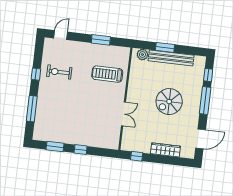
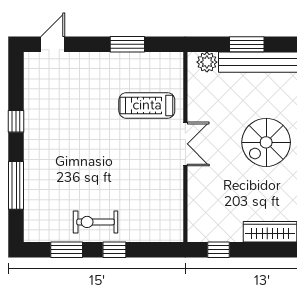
exercise bike: (59, 72) -> (96, 222), moved
double door: (124, 114) -> (185, 144), moved

